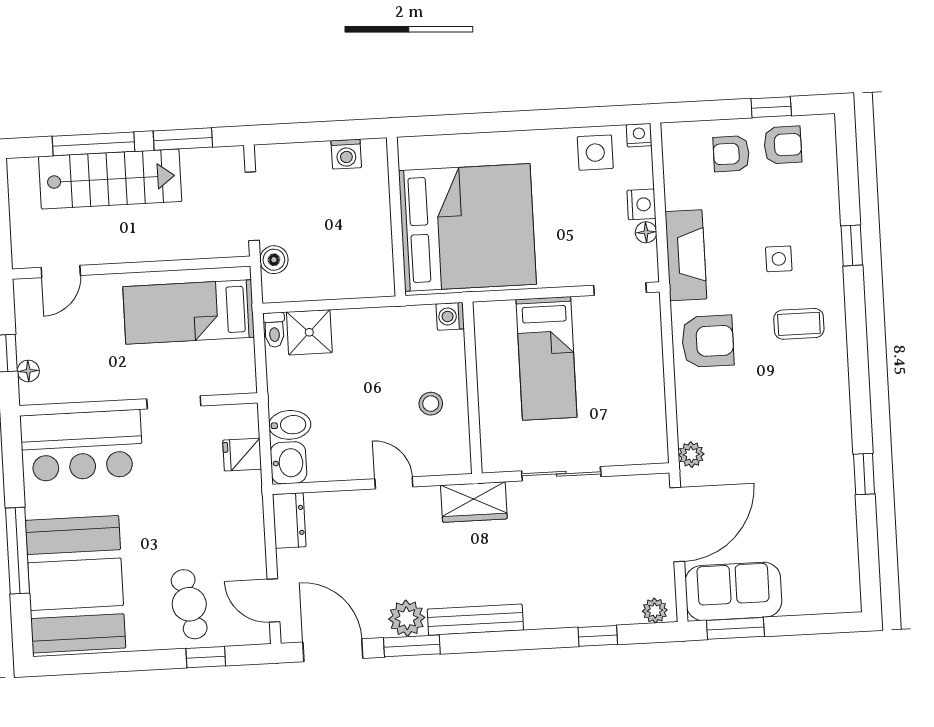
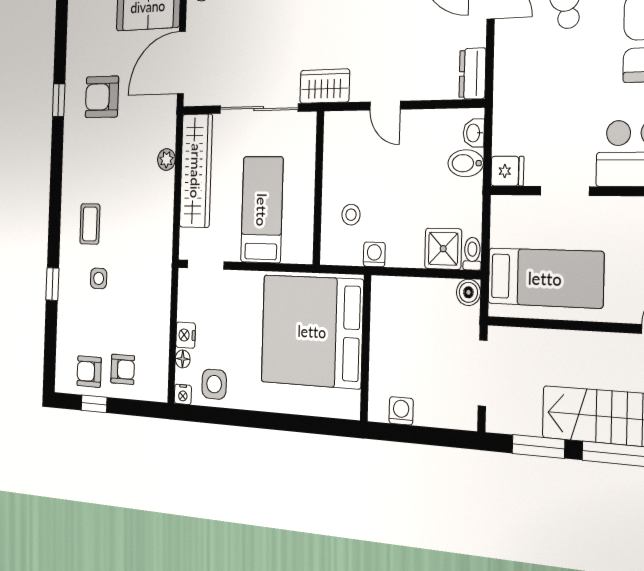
floor lamp: (646, 232) -> (183, 359), moved
fireplace: (686, 255) -> (159, 288), removed
boiler: (274, 260) -> (468, 292), moved
washing machine: (450, 316) -> (374, 254), moved, turned -90
coffee table: (799, 324) -> (90, 224), turned 90
armchair: (708, 341) -> (102, 97), moved
wardrobe: (644, 398) -> (196, 171), added
stool: (431, 404) -> (351, 215), moved
fridge: (242, 455) -> (507, 171), moved
plant: (691, 455) -> (166, 160), moved
washbasin: (288, 463) -> (474, 133), width x0.72, depth x0.69
sliding door: (561, 474) -> (259, 109), width x1.37

